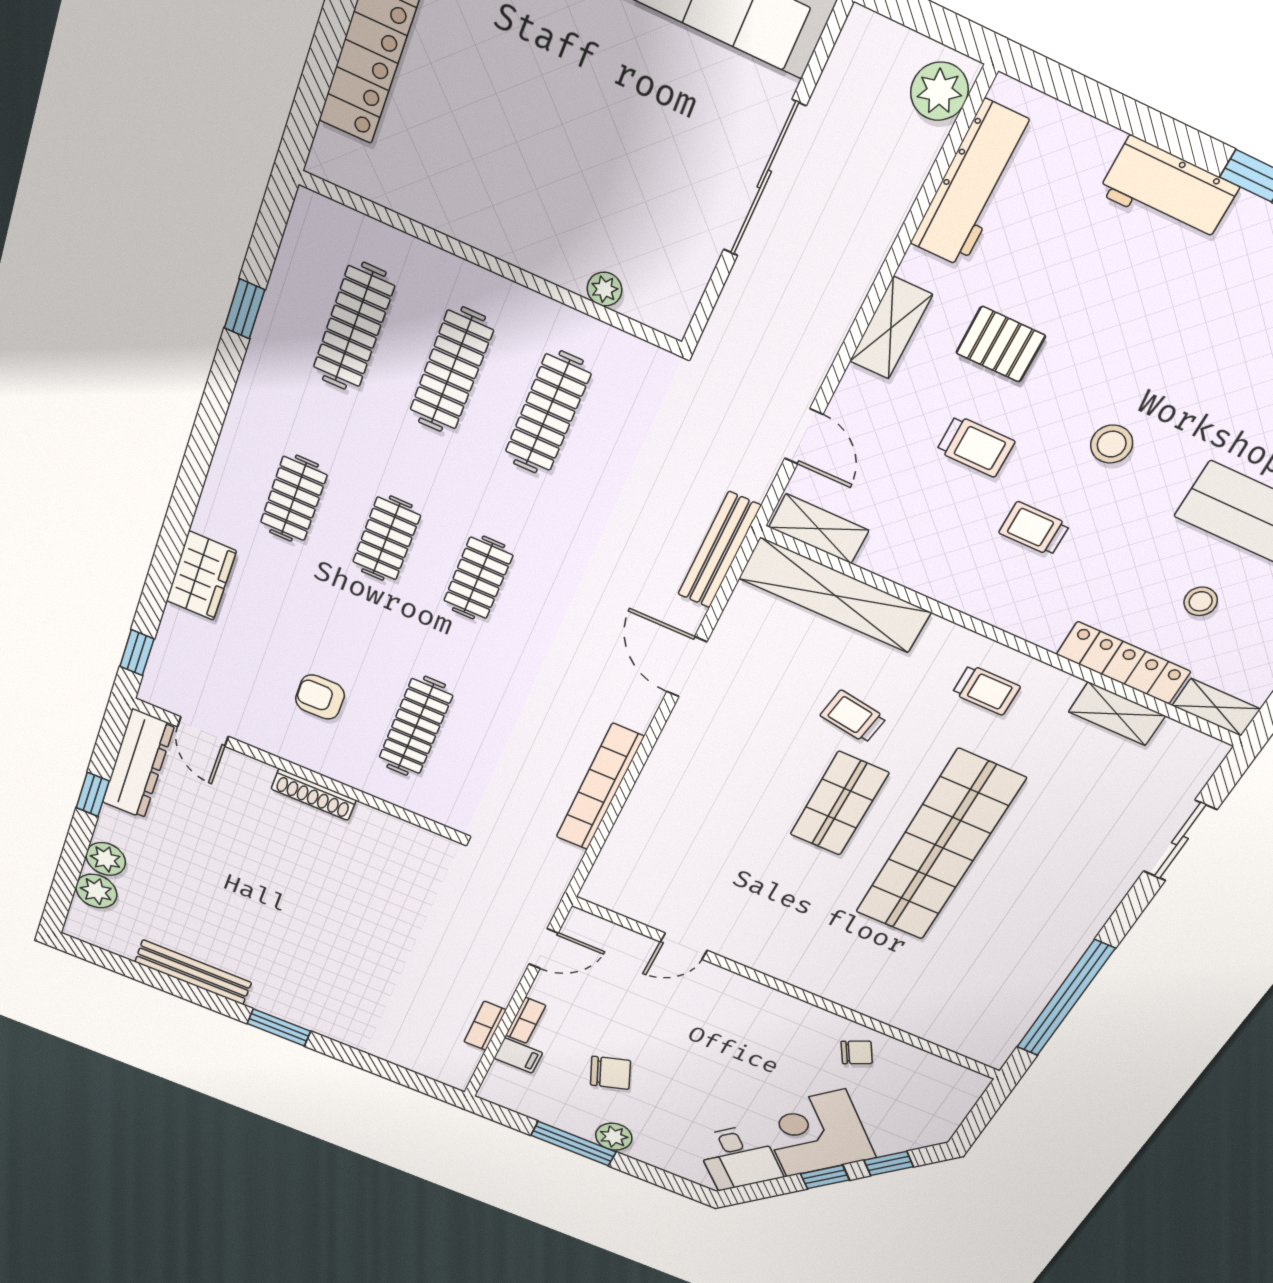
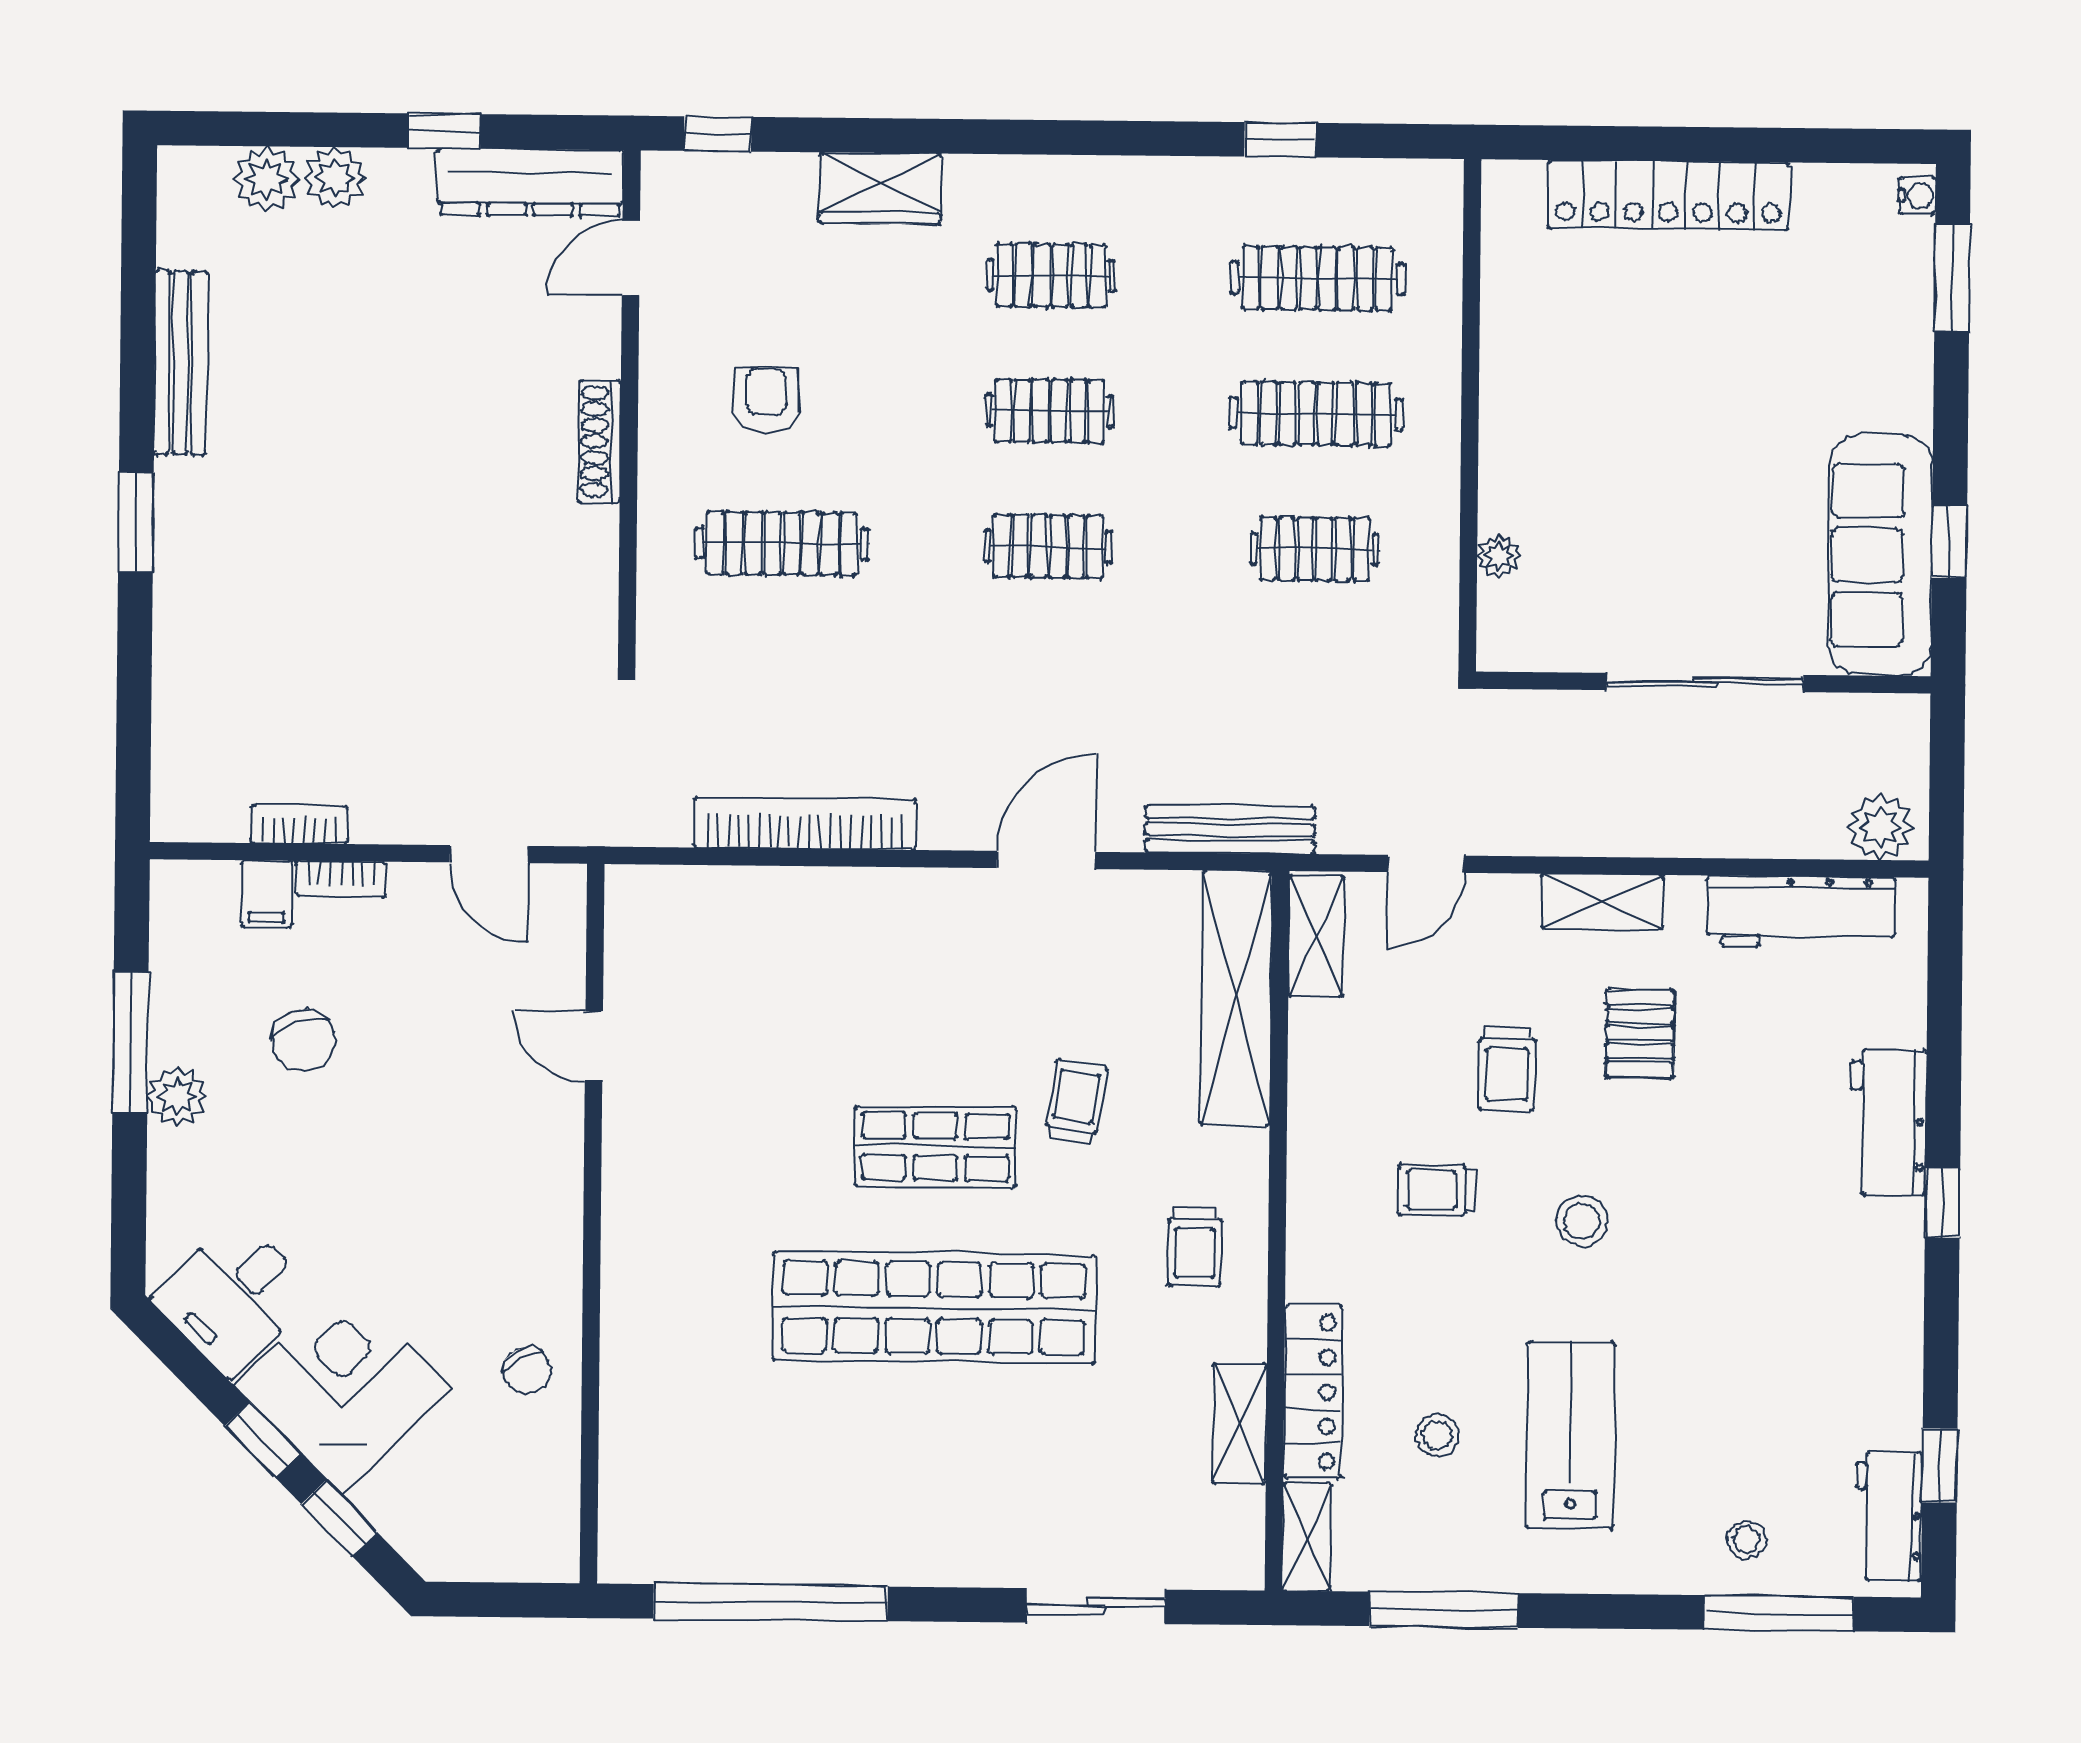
clothes rail: (548, 413) -> (1315, 549), width x0.73
trolley: (1034, 529) -> (1437, 1190), turned -90

